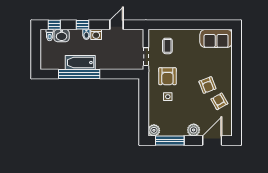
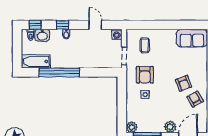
door: (116, 25) -> (95, 25), hinge flipped
washing machine: (96, 34) -> (117, 34), moved
bathtub: (80, 63) -> (36, 61), moved

